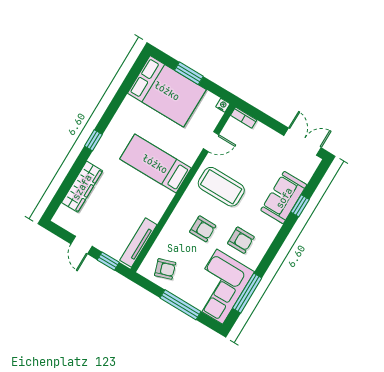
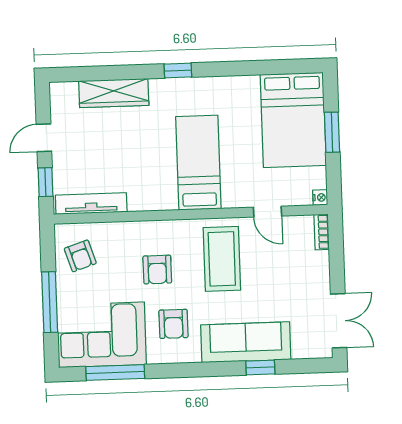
sofa: (284, 198) -> (246, 342), width x1.36

